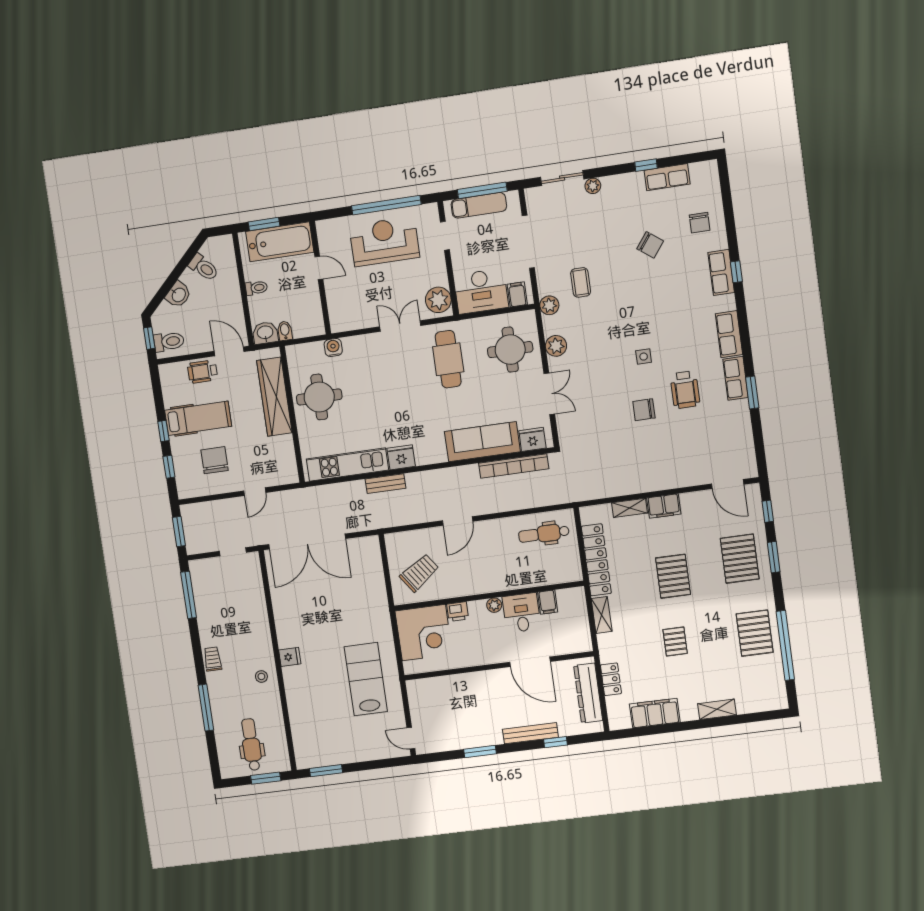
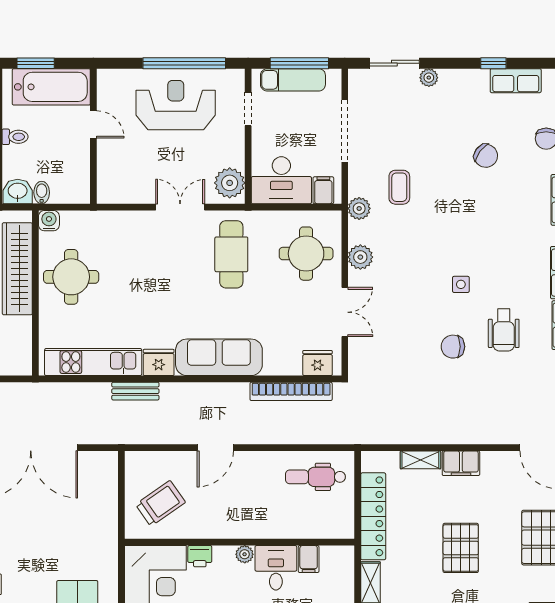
water cooler: (333, 347) -> (49, 221), moved
sofa: (482, 442) -> (219, 357), moved

